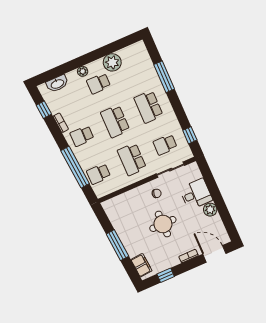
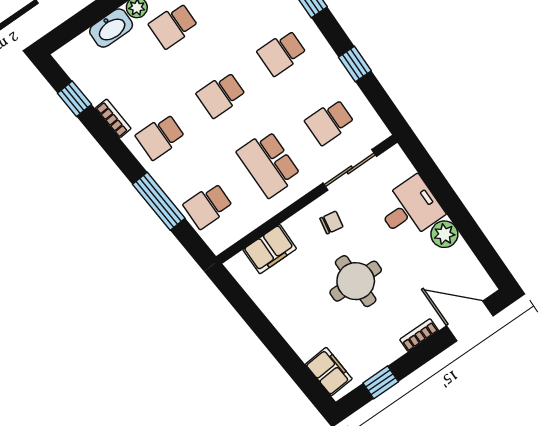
washbasin: (57, 84) -> (111, 28), moved
school desk: (148, 107) -> (282, 53), width x0.54
school desk: (115, 121) -> (221, 95), width x0.54
window: (190, 135) -> (355, 64), moved
window: (75, 167) -> (159, 201), width x0.68
filing cabinet: (124, 201) -> (270, 249), added
window: (117, 245) -> (273, 341), removed

